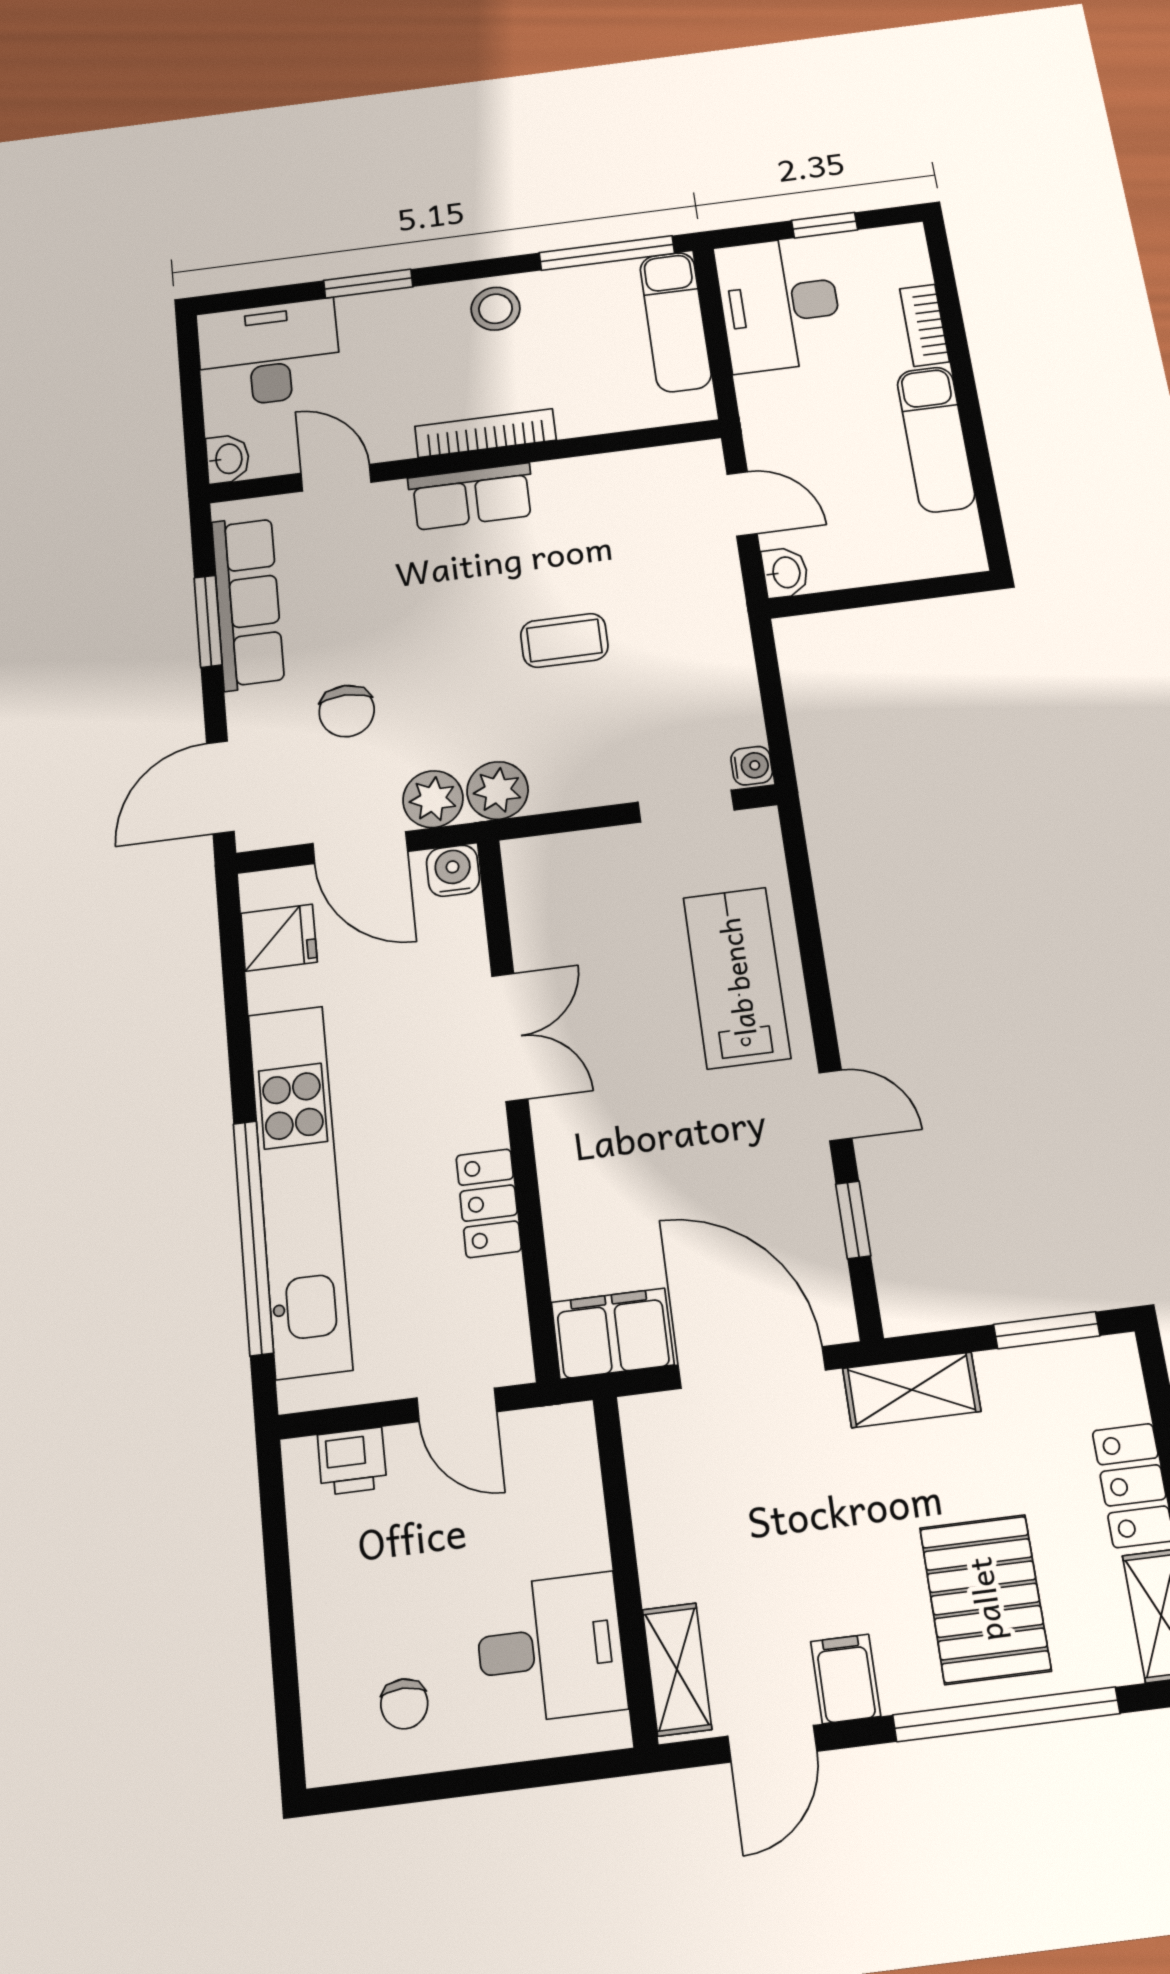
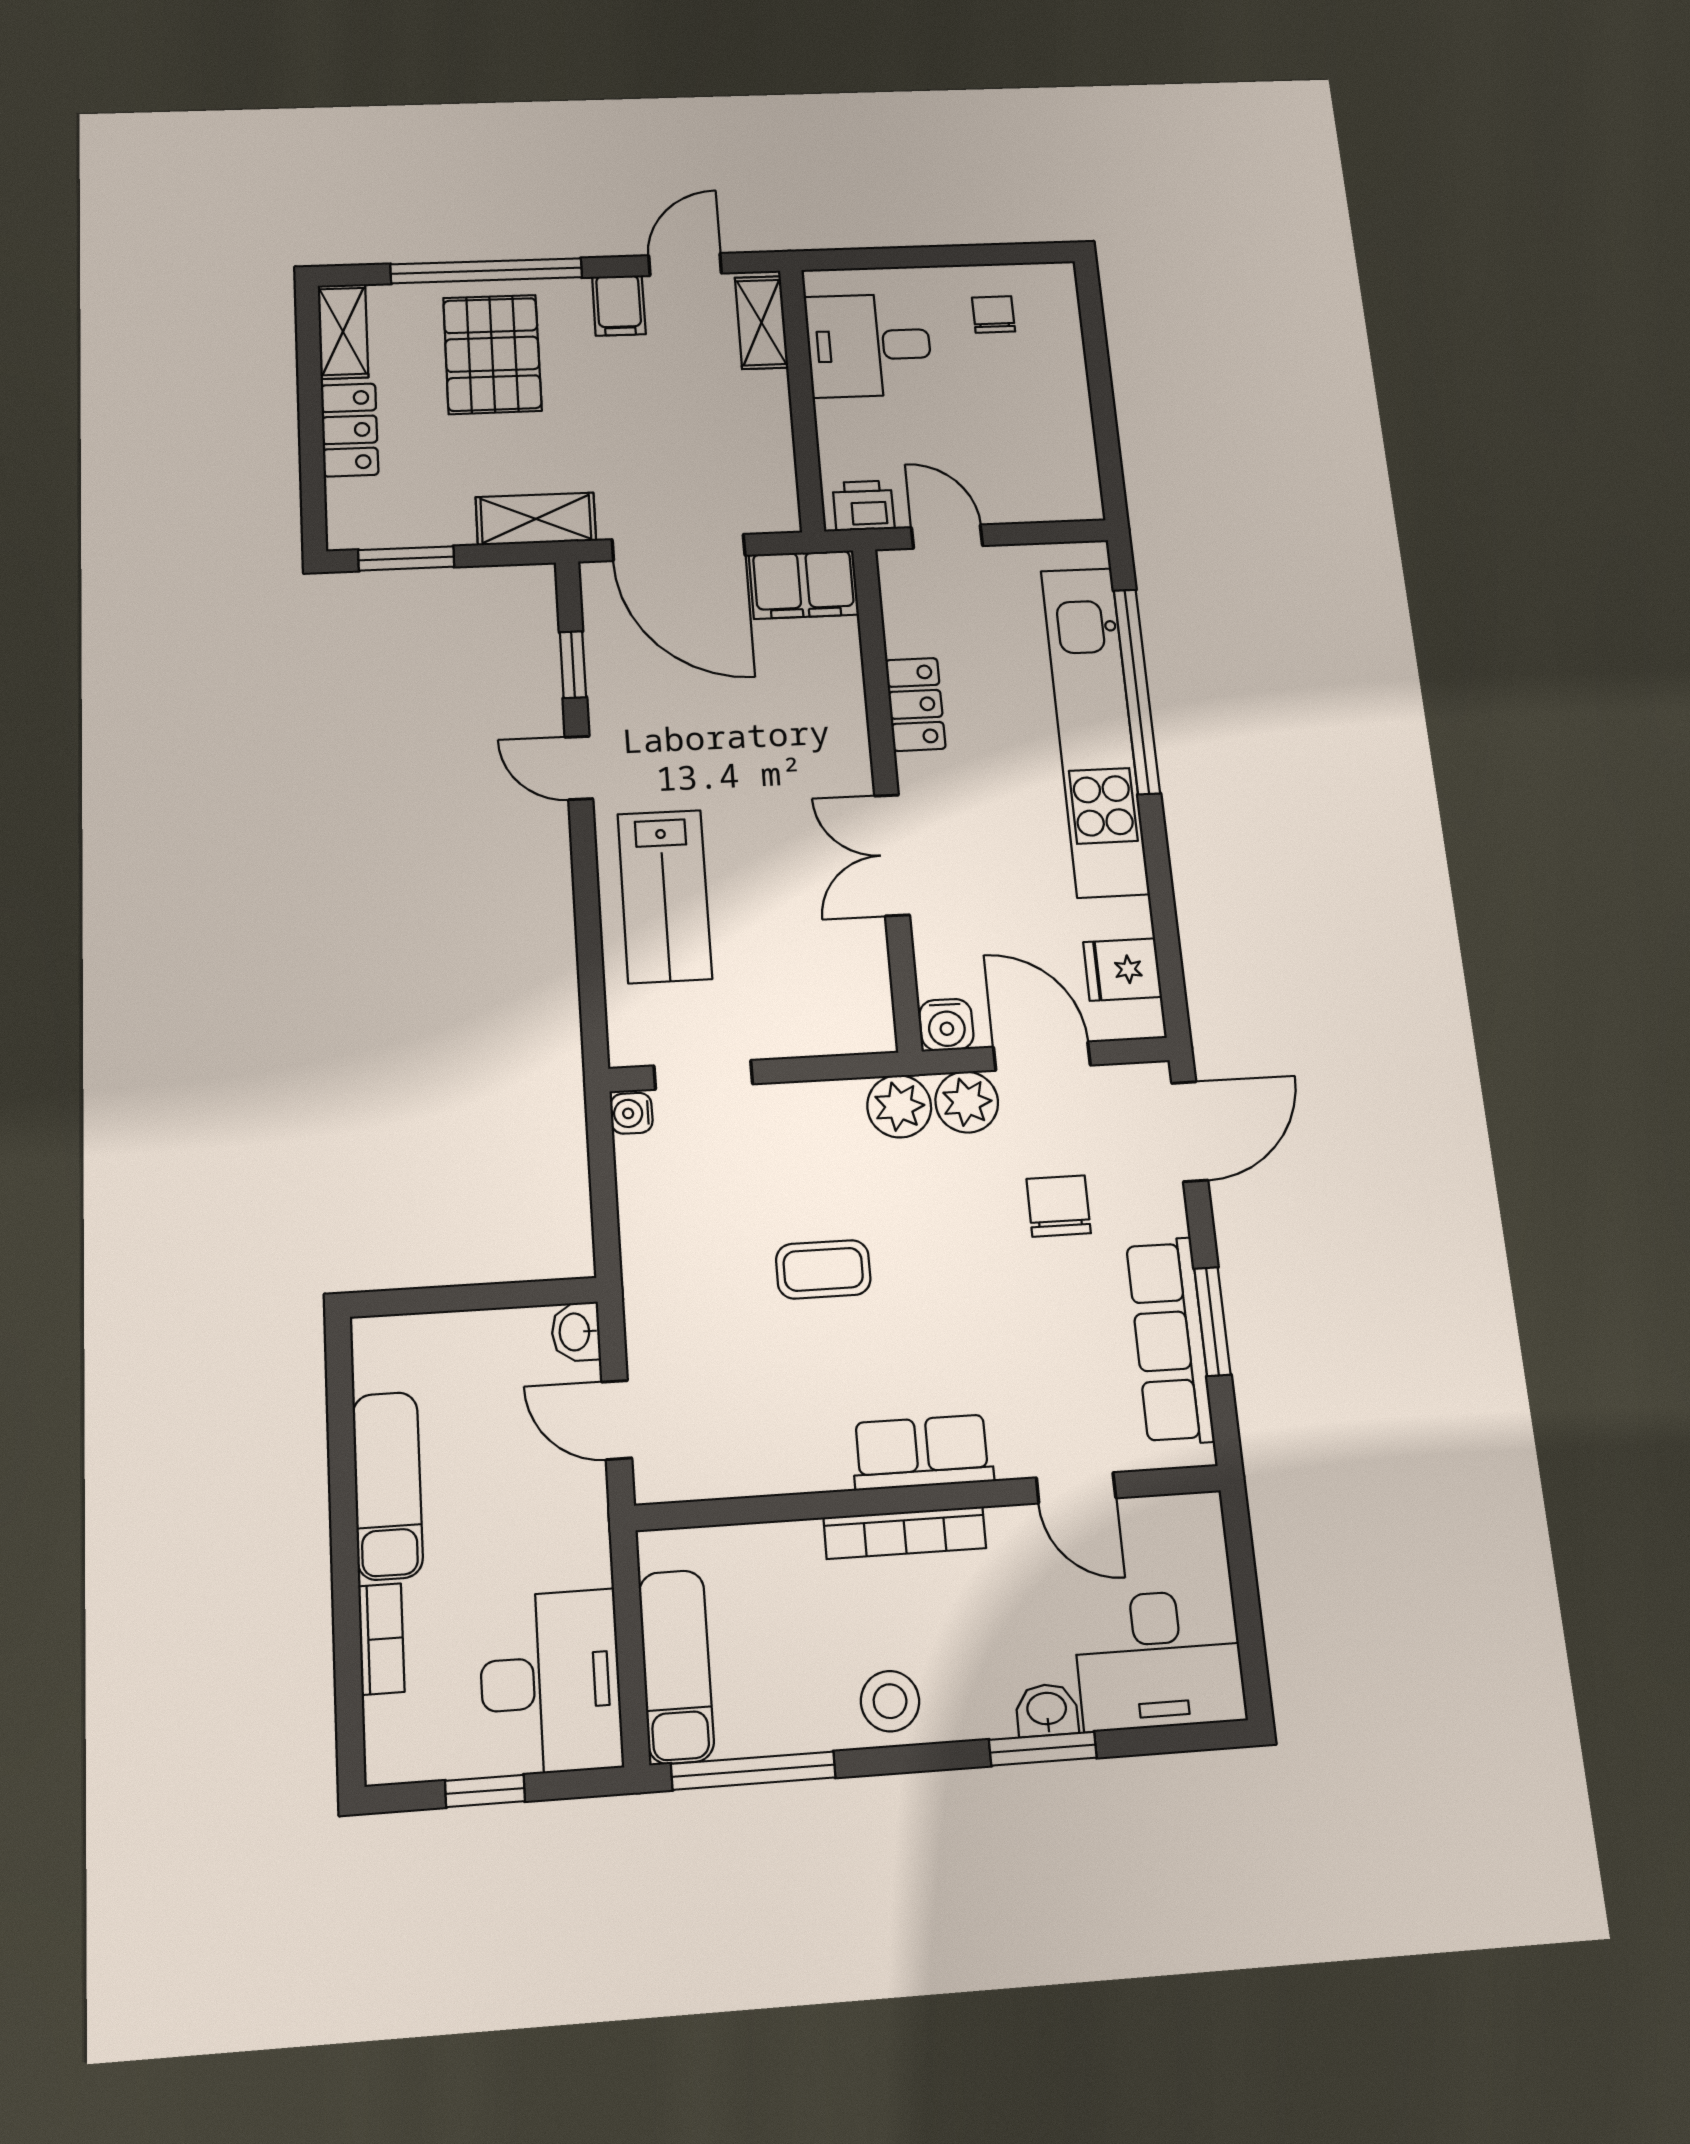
washbasin: (228, 459) -> (1047, 1710), moved, turned 90
printer: (352, 1461) -> (863, 506), moved

